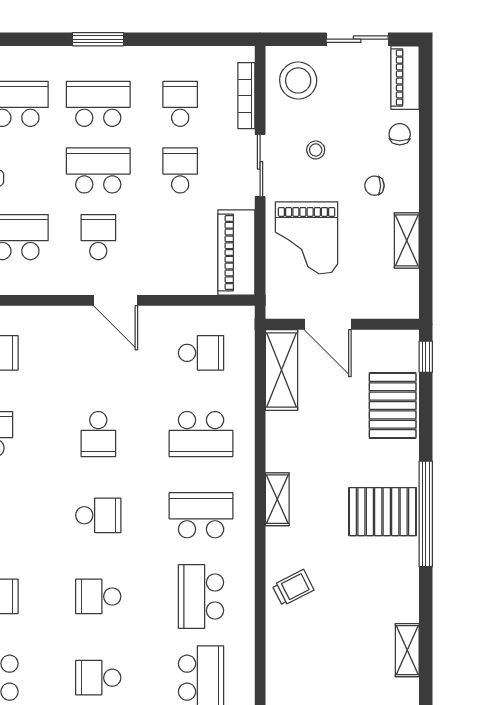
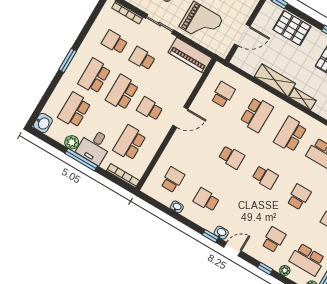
shelving: (282, 370) -> (275, 80), moved
school desk: (98, 515) -> (265, 177), turned 90
school desk: (98, 596) -> (299, 197), turned 180

